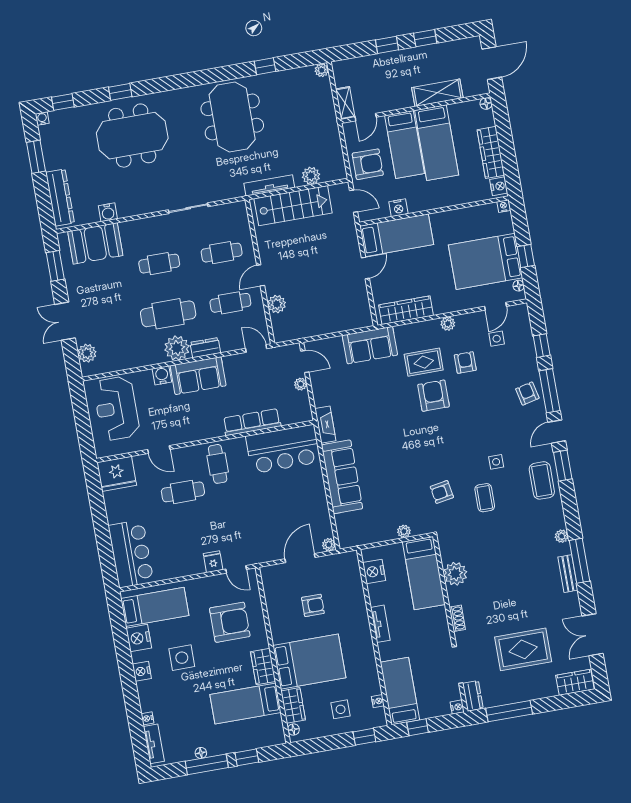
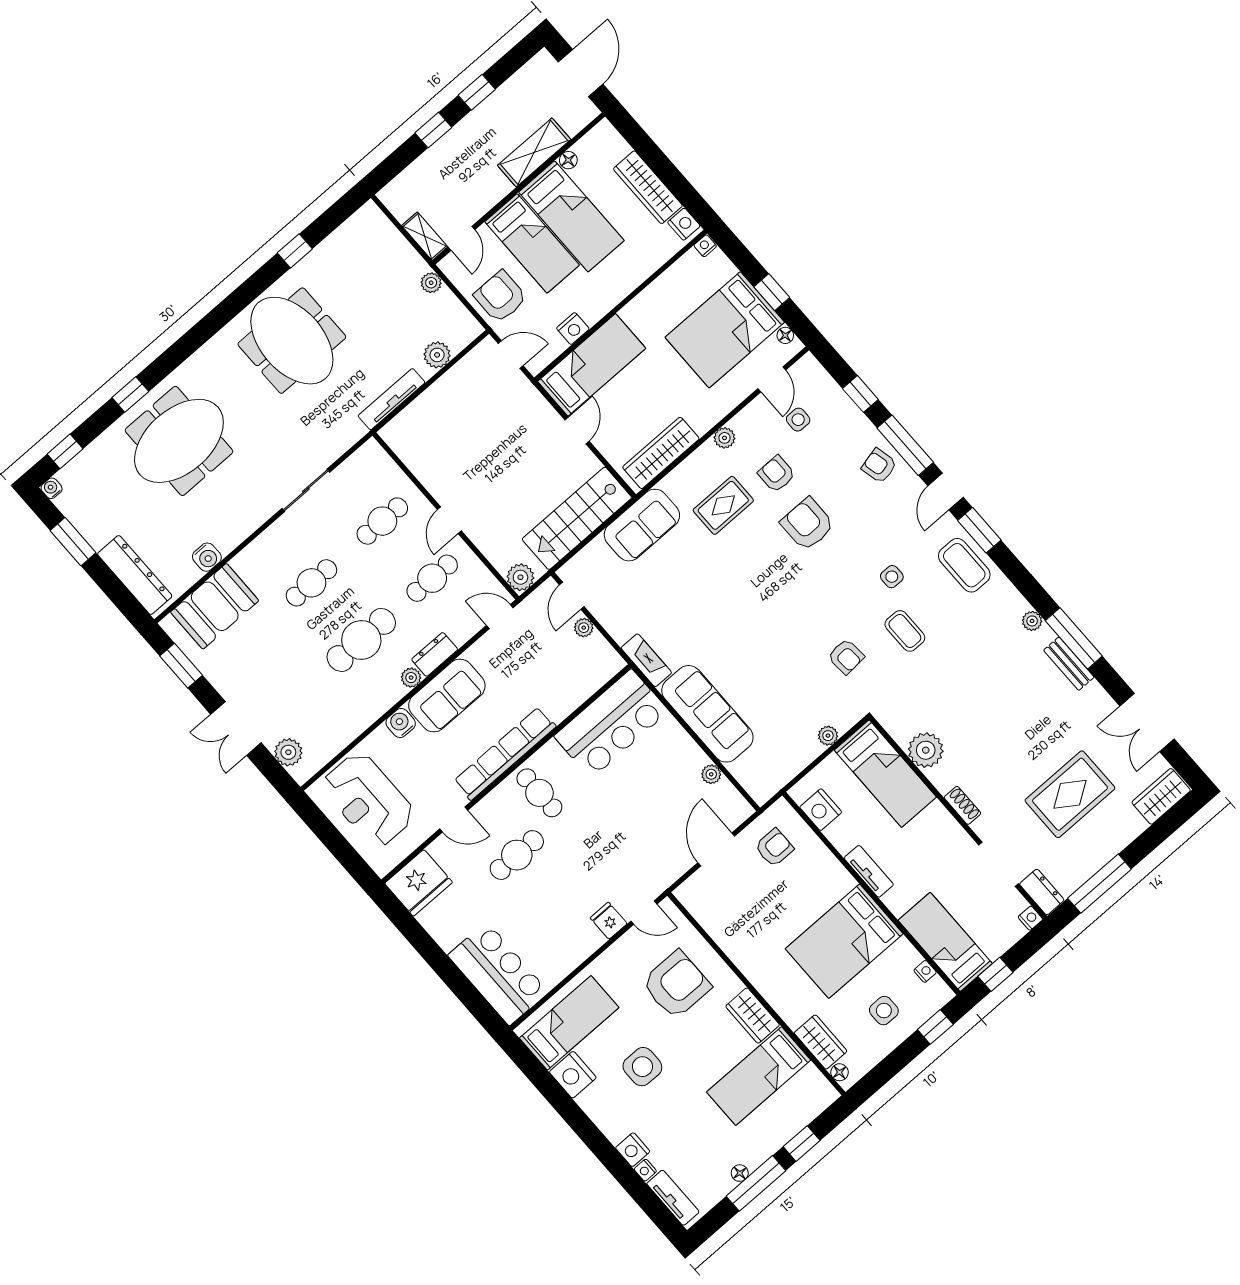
plant: (322, 70) -> (431, 283), moved
floor lamp: (486, 104) -> (568, 160), moved
armchair: (368, 164) -> (500, 297), turned -90
stairs: (293, 206) -> (577, 518), moved, turned 180
plant: (277, 304) -> (520, 577), moved
plant: (177, 348) -> (411, 678), width x0.53, depth x0.53
door: (305, 362) -> (572, 596), swing flipped
armchair: (434, 396) -> (807, 524), moved
row of seats: (252, 422) -> (505, 754), moved, width x1.36
armchair: (442, 492) -> (846, 657), turned -84
plant: (329, 545) -> (711, 774), moved
armchair: (313, 605) -> (774, 848), moved
bed: (309, 662) -> (844, 941), moved, turned 180
nightstand: (142, 671) -> (633, 1150), moved

